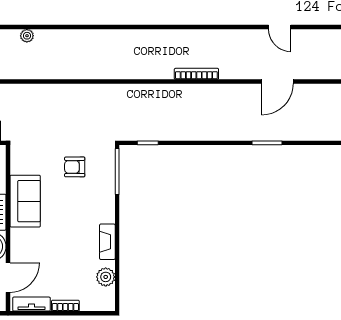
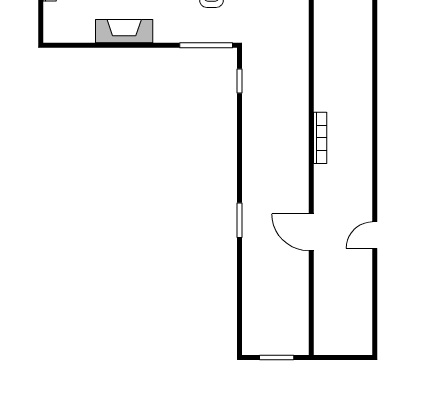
fireplace: (107, 242) -> (124, 31), width x1.37, depth x1.32
plant: (106, 277) -> (83, 32), removed

